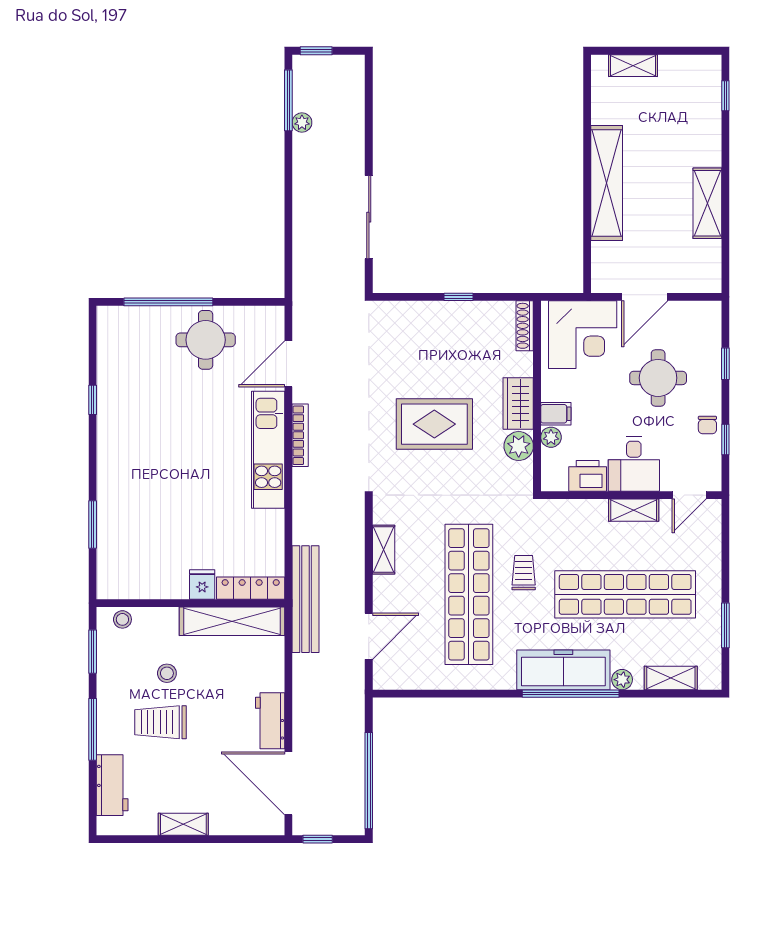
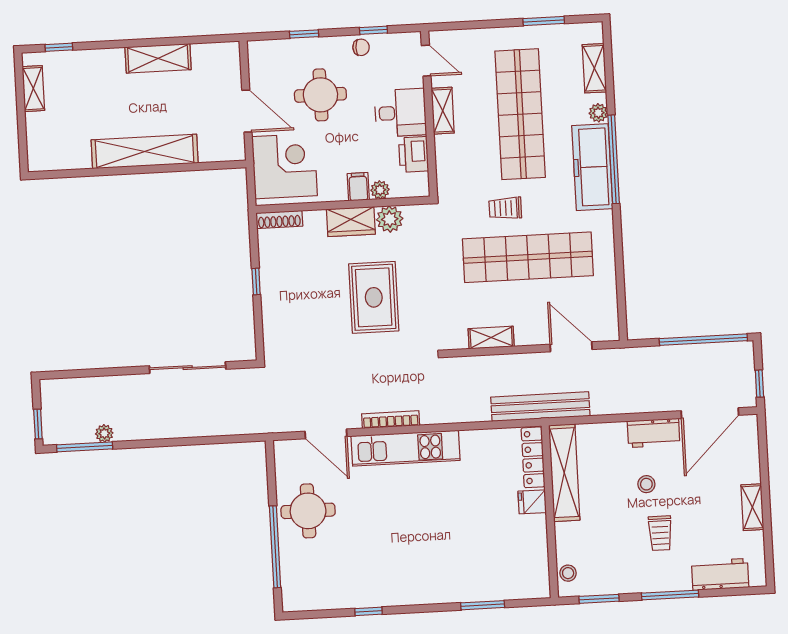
shelving: (633, 66) -> (33, 89), moved
stool: (167, 673) -> (646, 484), moved
trolley: (161, 722) -> (660, 533), width x0.73, depth x0.72

